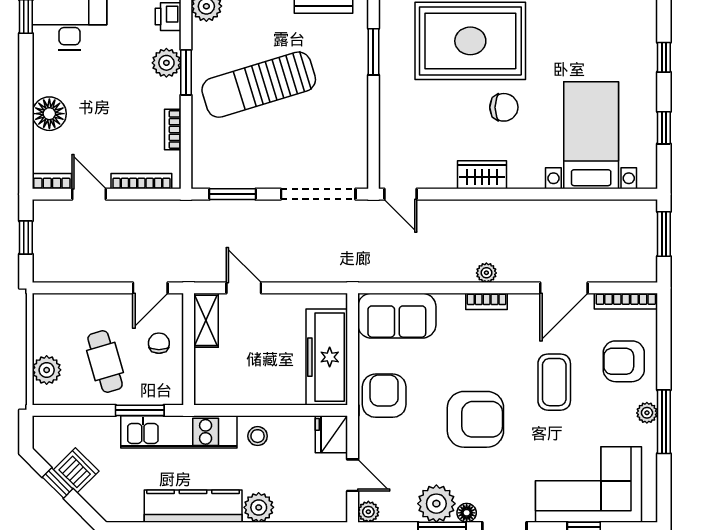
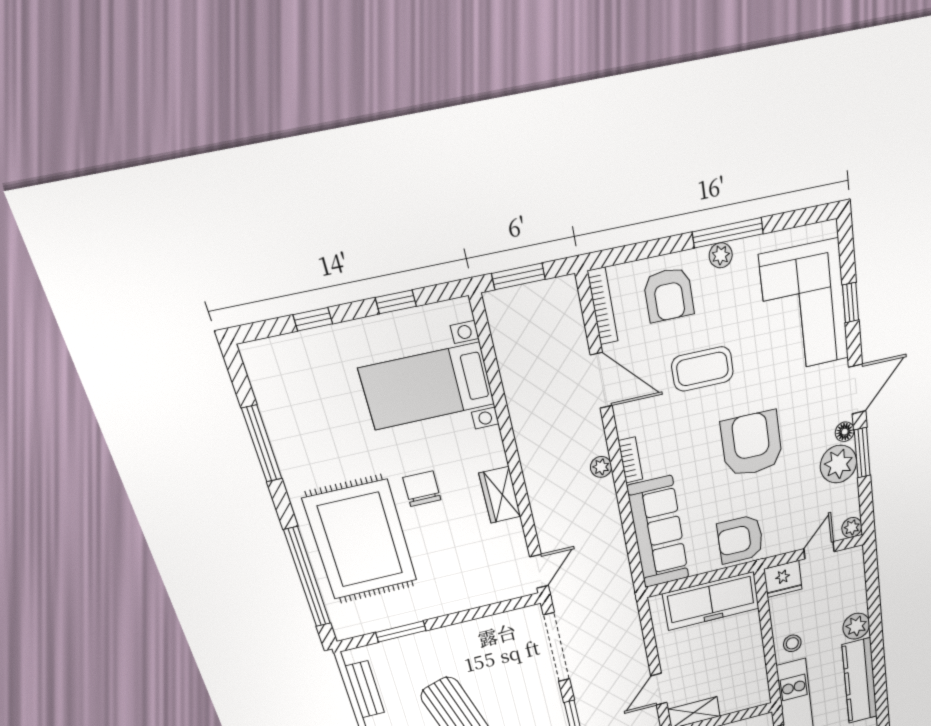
sofa: (397, 316) -> (658, 532), width x1.36

